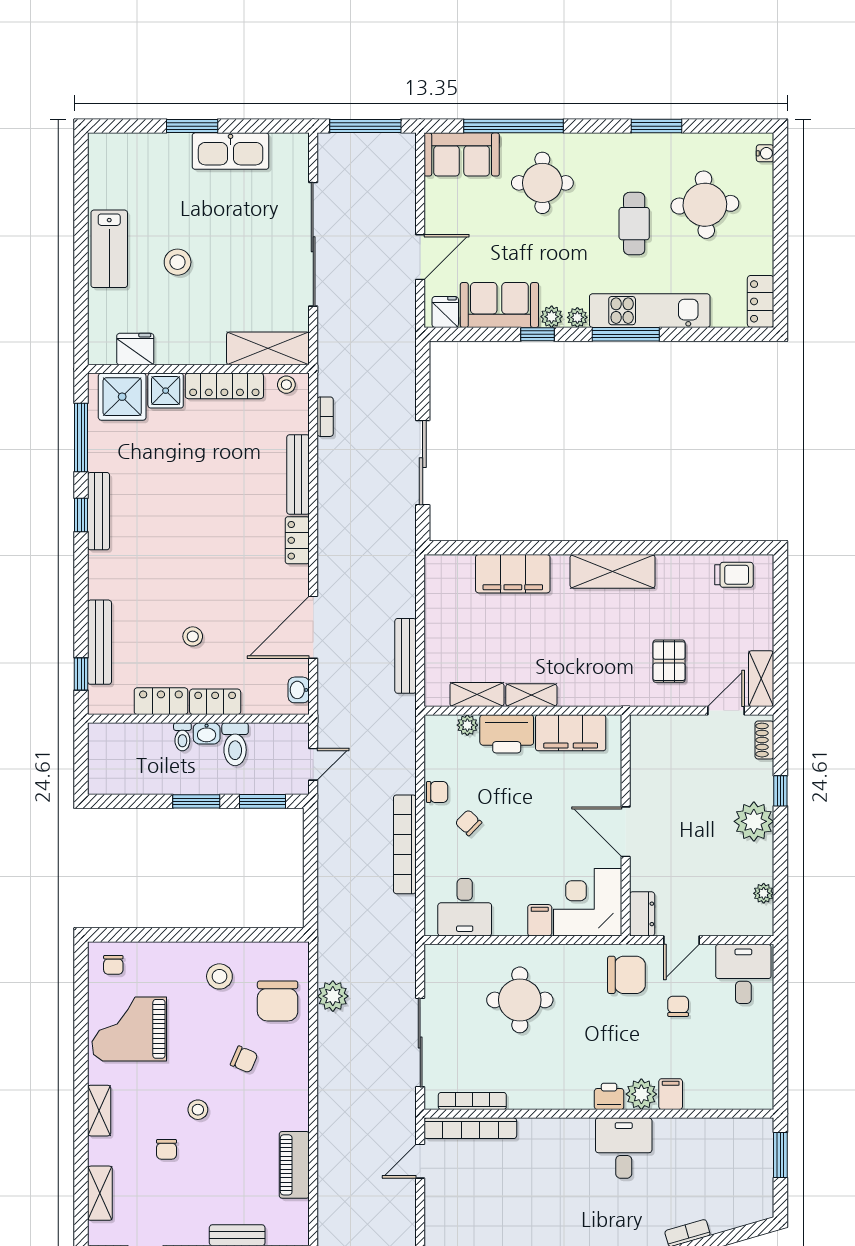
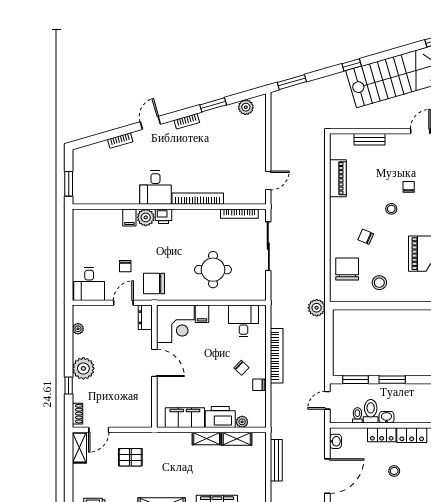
pallet: (669, 661) -> (130, 457), turned 90
toilet: (182, 737) -> (357, 415), moved
plant: (333, 996) -> (317, 308), moved
bookcase: (470, 1128) -> (198, 199), moved

